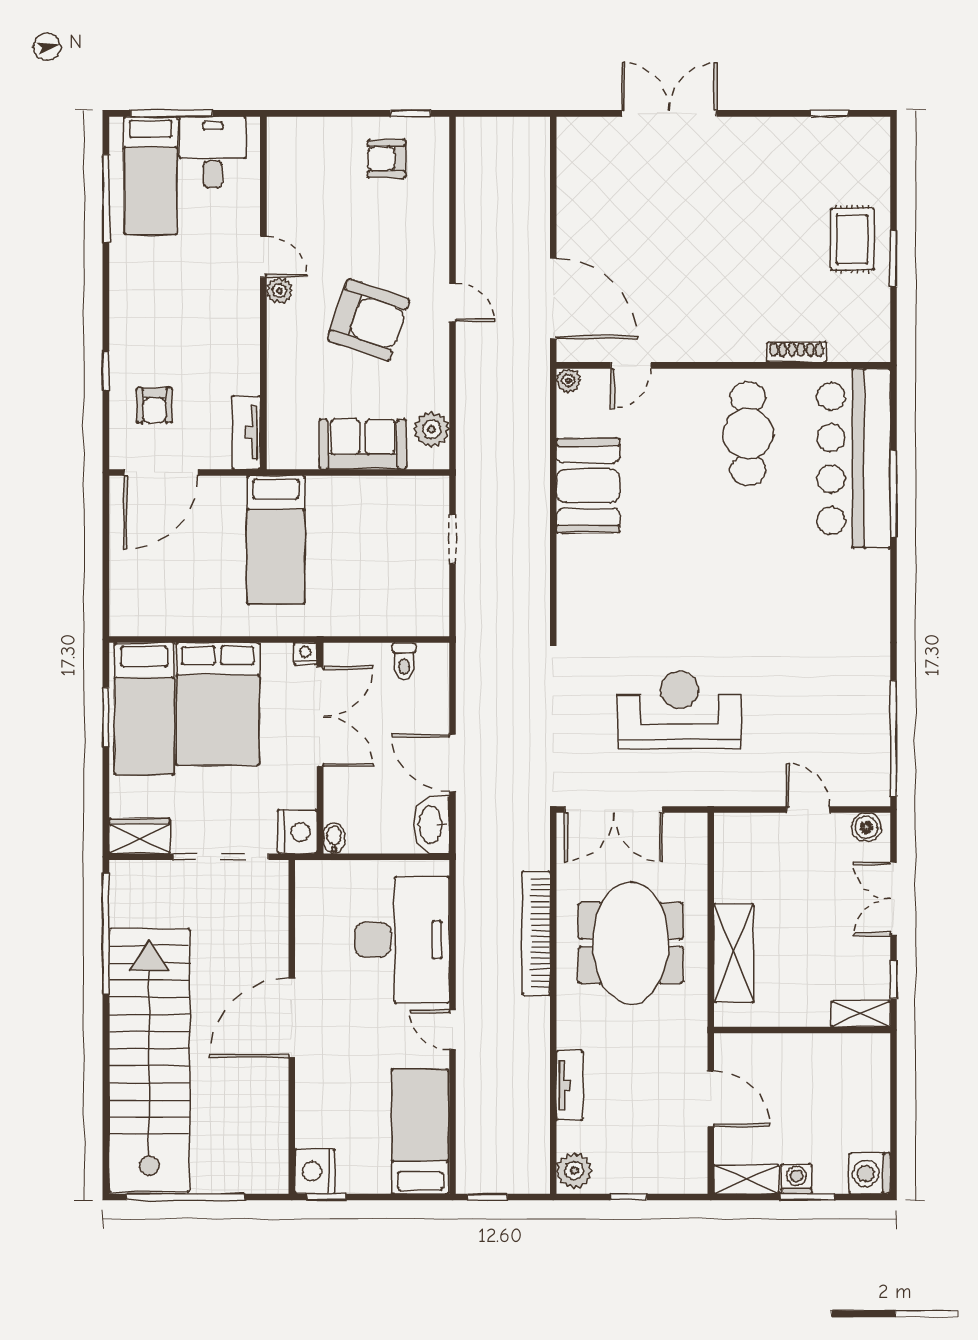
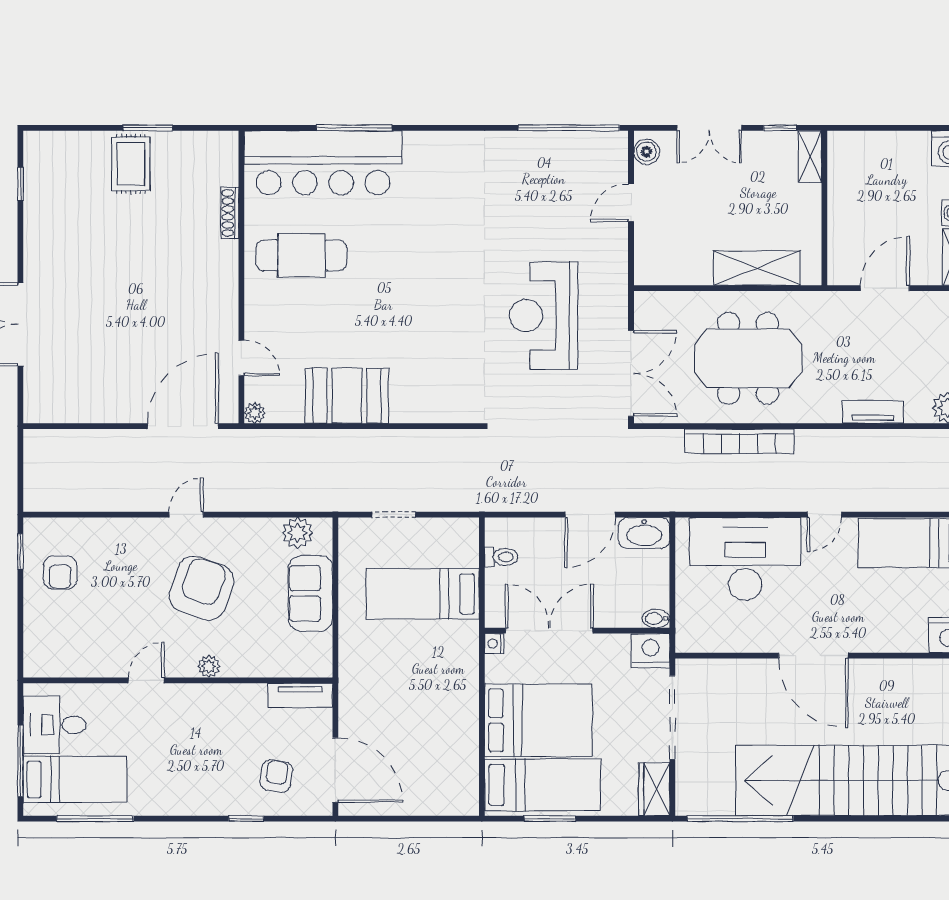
rug: (852, 239) -> (131, 164), turned 90
plant: (279, 291) -> (209, 666), moved
armchair: (154, 405) -> (276, 776), turned -80
bed: (276, 540) -> (423, 594), moved, turned 180

